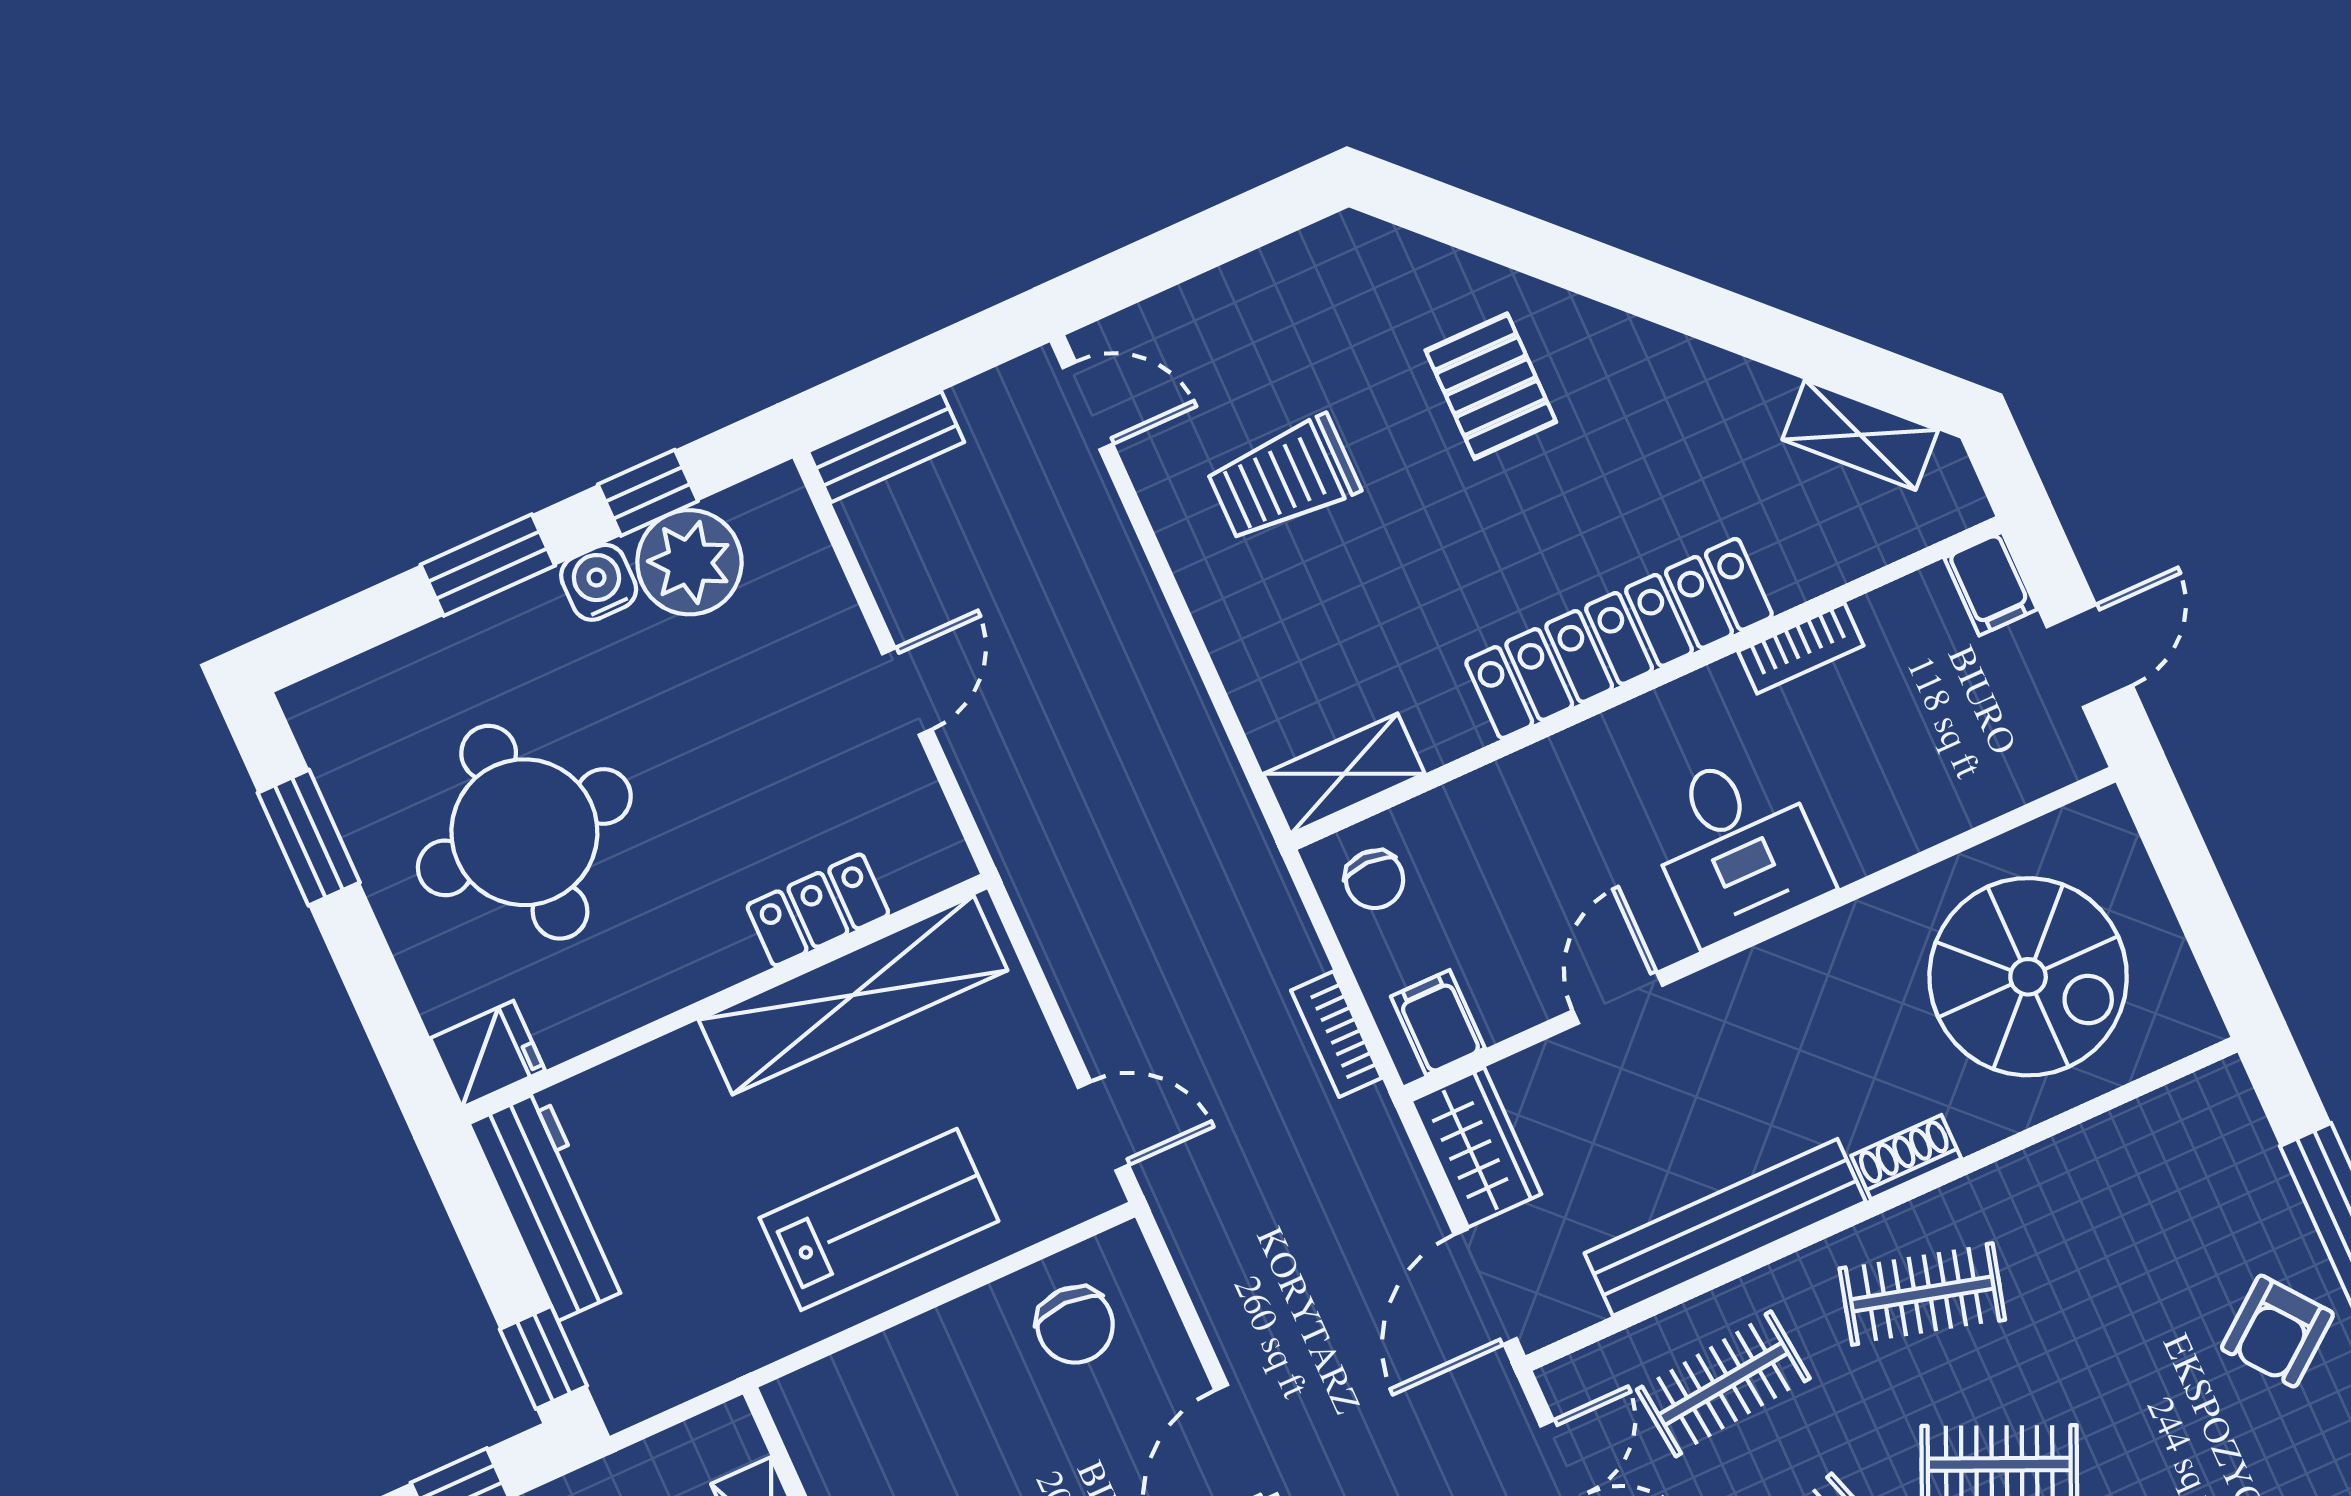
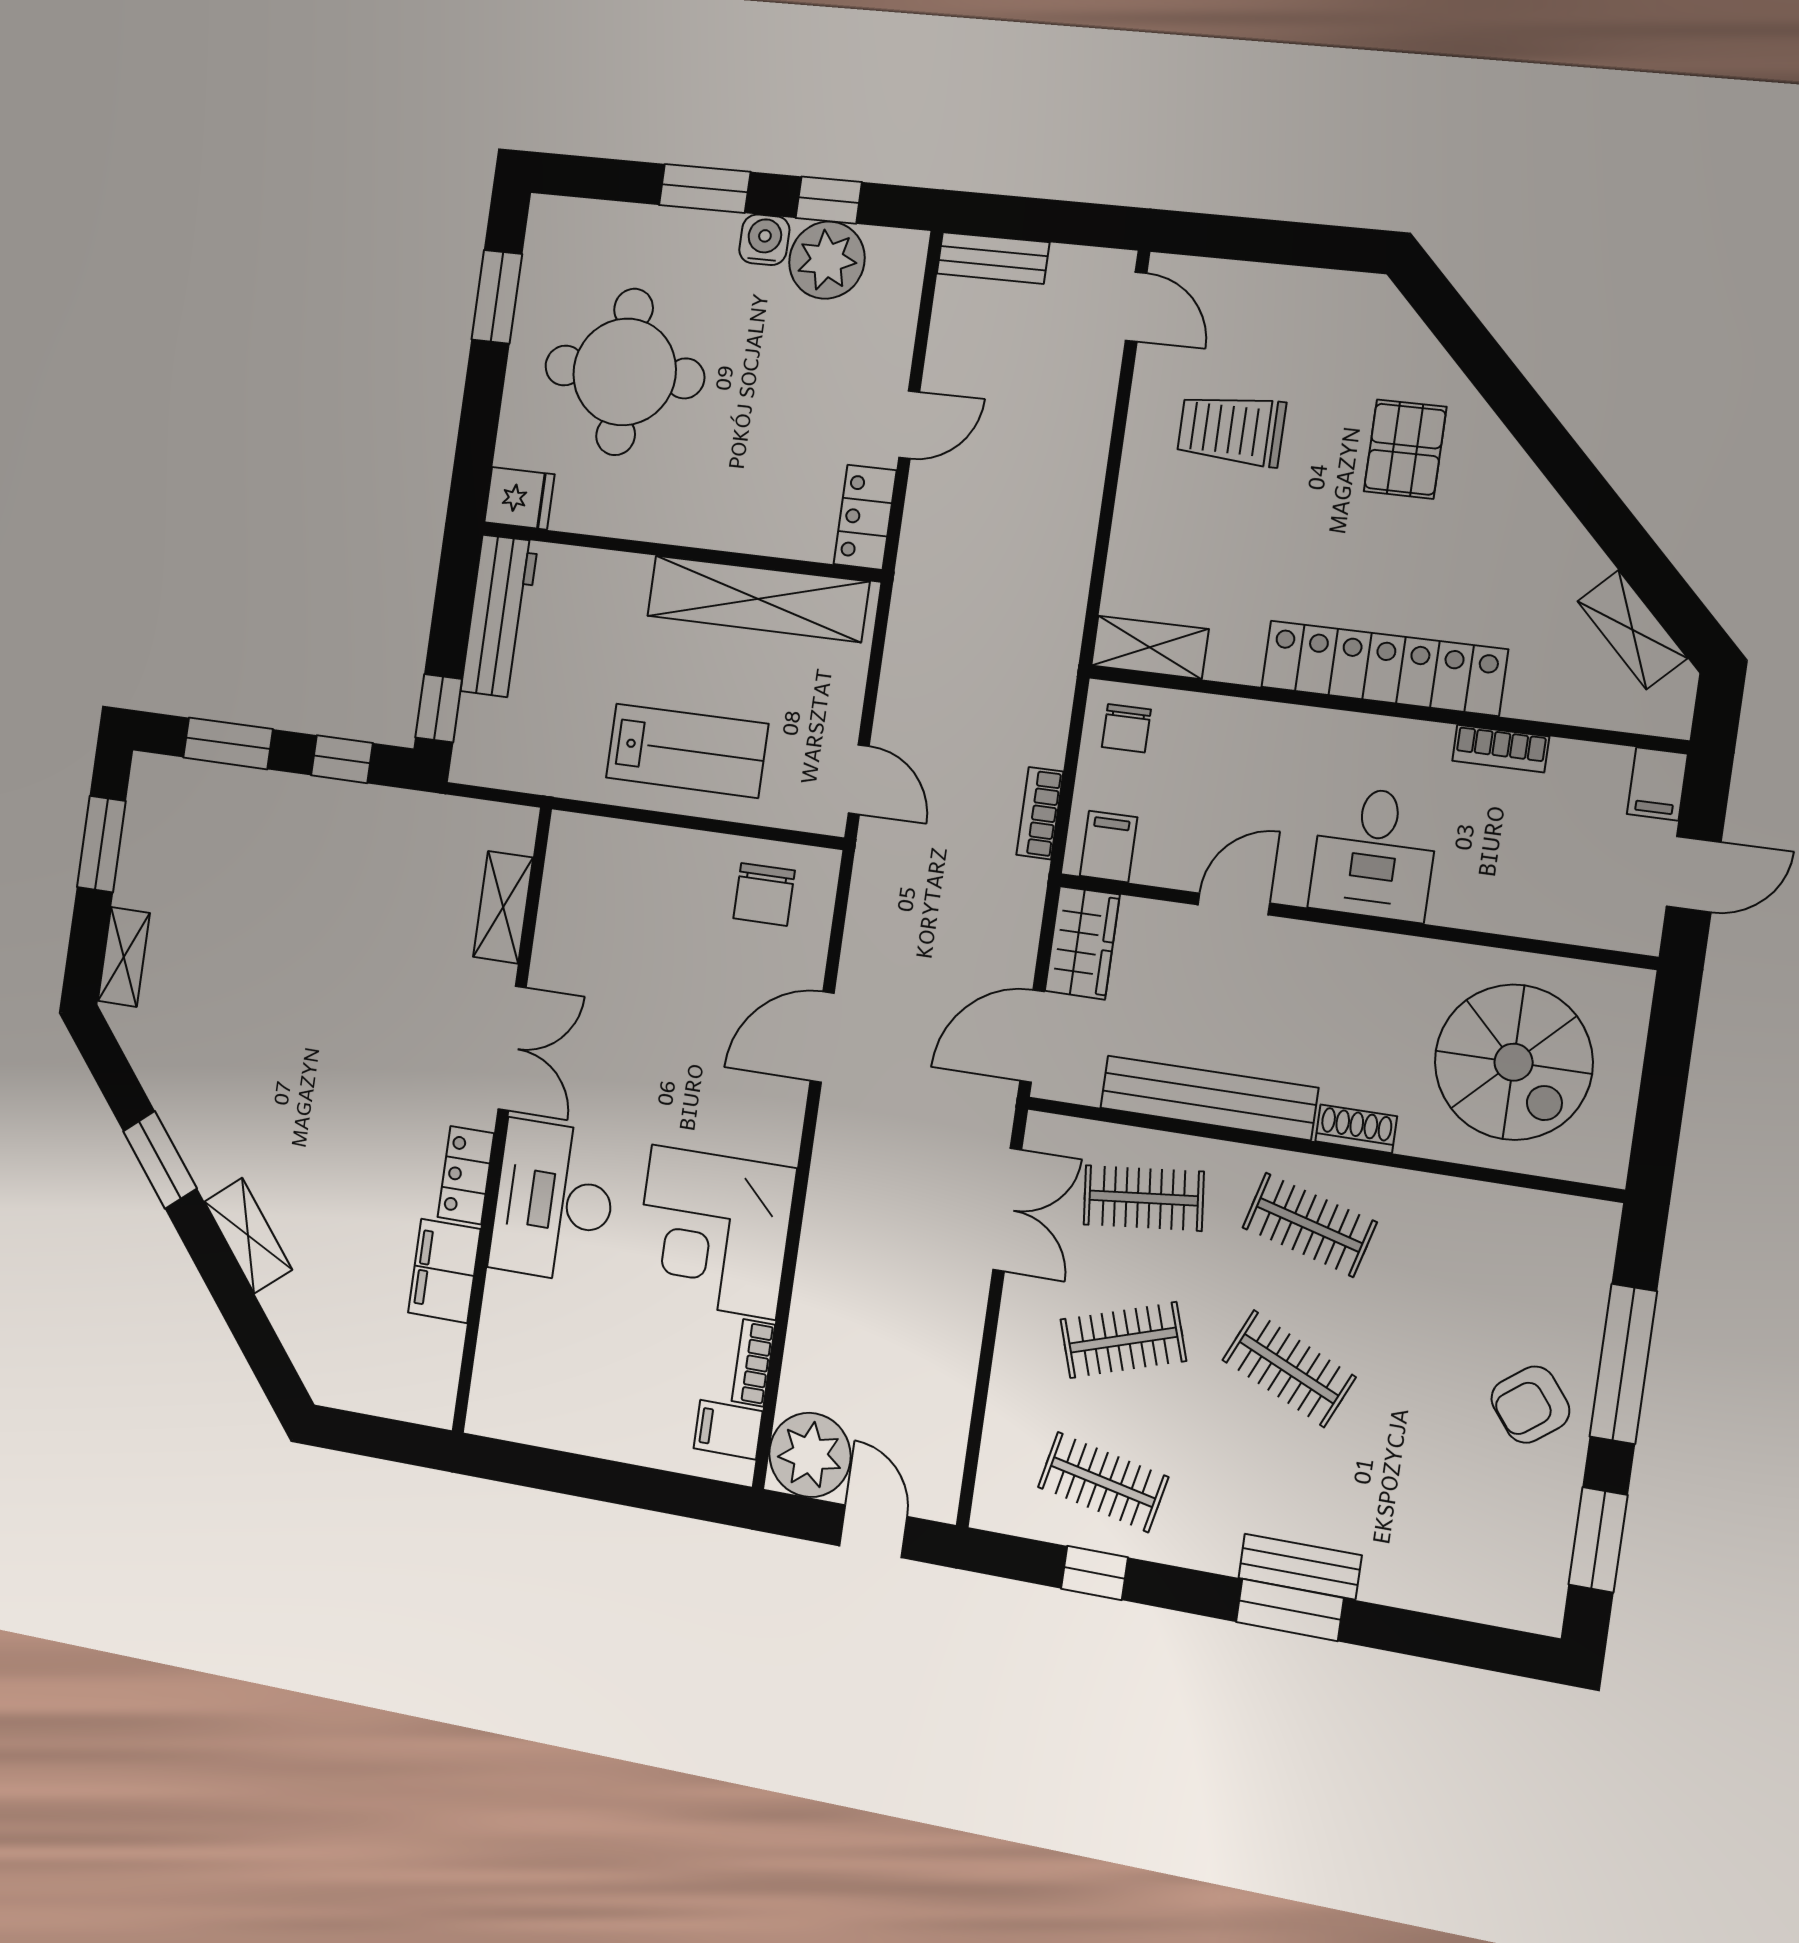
locker: (818, 910) -> (865, 517), moved, turned -90

